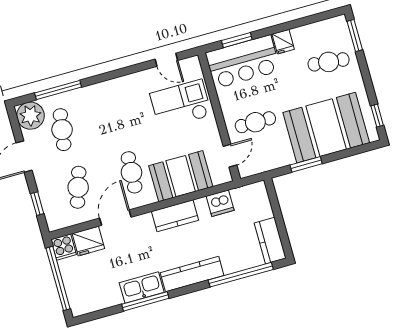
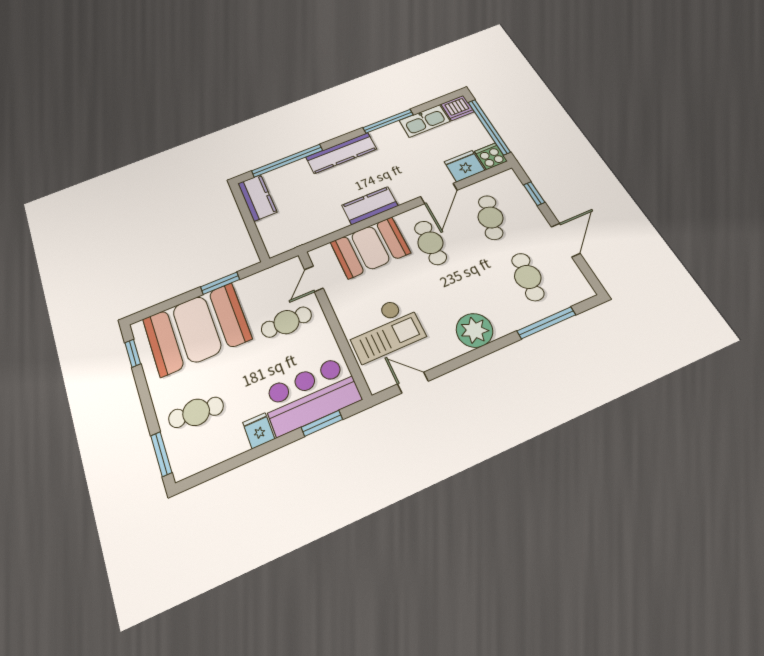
plant: (30, 116) -> (474, 330), moved
dishwasher: (220, 203) -> (458, 108), moved, turned 180
kitchen sink: (142, 287) -> (425, 121), moved

